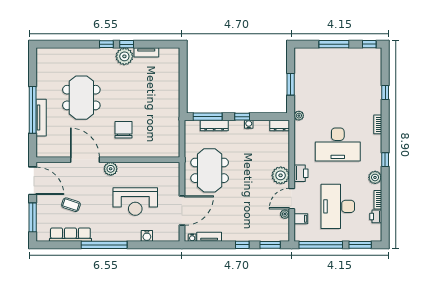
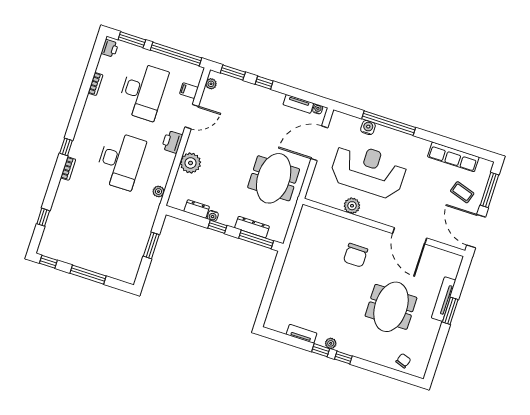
plant: (124, 56) -> (331, 343), width x0.53, depth x0.53
chair: (57, 57) -> (403, 361), added
window: (385, 92) -> (43, 217), moved
window: (33, 110) -> (450, 311), width x0.47
plant: (299, 116) -> (159, 192), moved
dresser: (280, 125) -> (197, 209), moved
desk: (338, 145) -> (120, 161), turned 90
window: (385, 160) -> (66, 147), moved
plant: (111, 169) -> (352, 206), moved
plant: (281, 175) -> (191, 163), moved
plant: (375, 177) -> (90, 110), removed
reception desk: (135, 202) -> (368, 170), width x1.36, depth x1.30
coffee table: (71, 205) -> (462, 192), moved
plant: (285, 214) -> (211, 84), moved
printer: (376, 216) -> (110, 48), moved
window: (104, 245) -> (389, 123), moved

